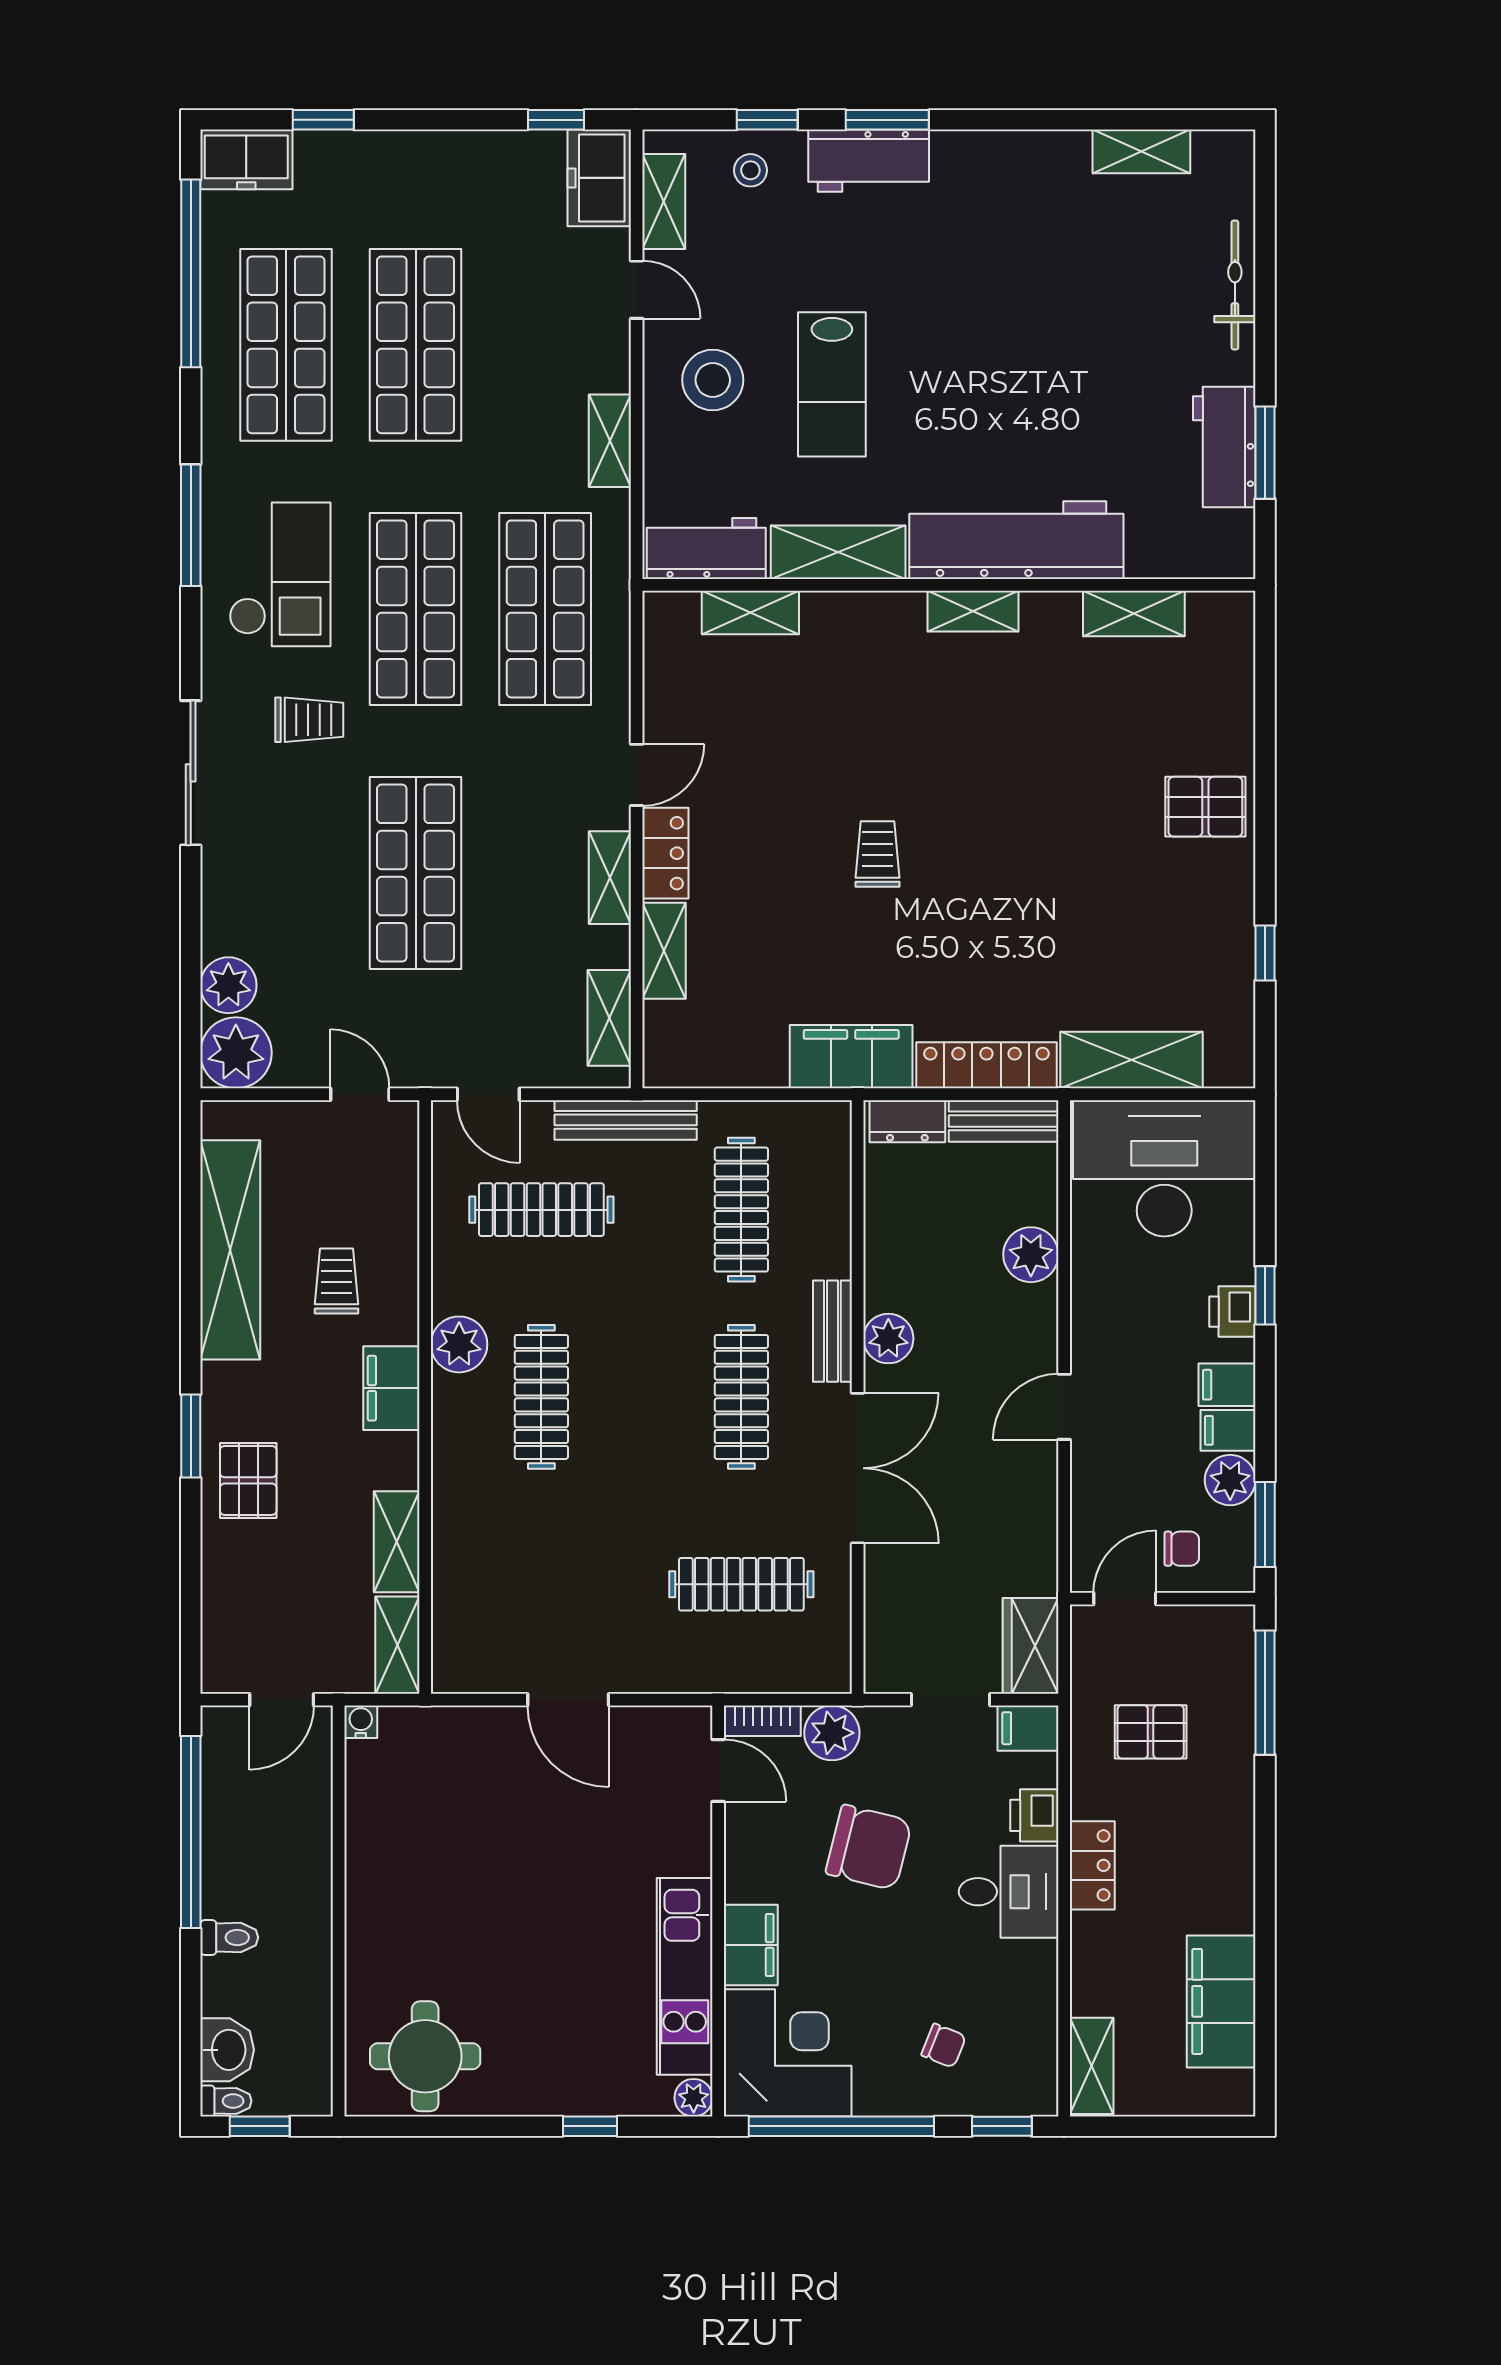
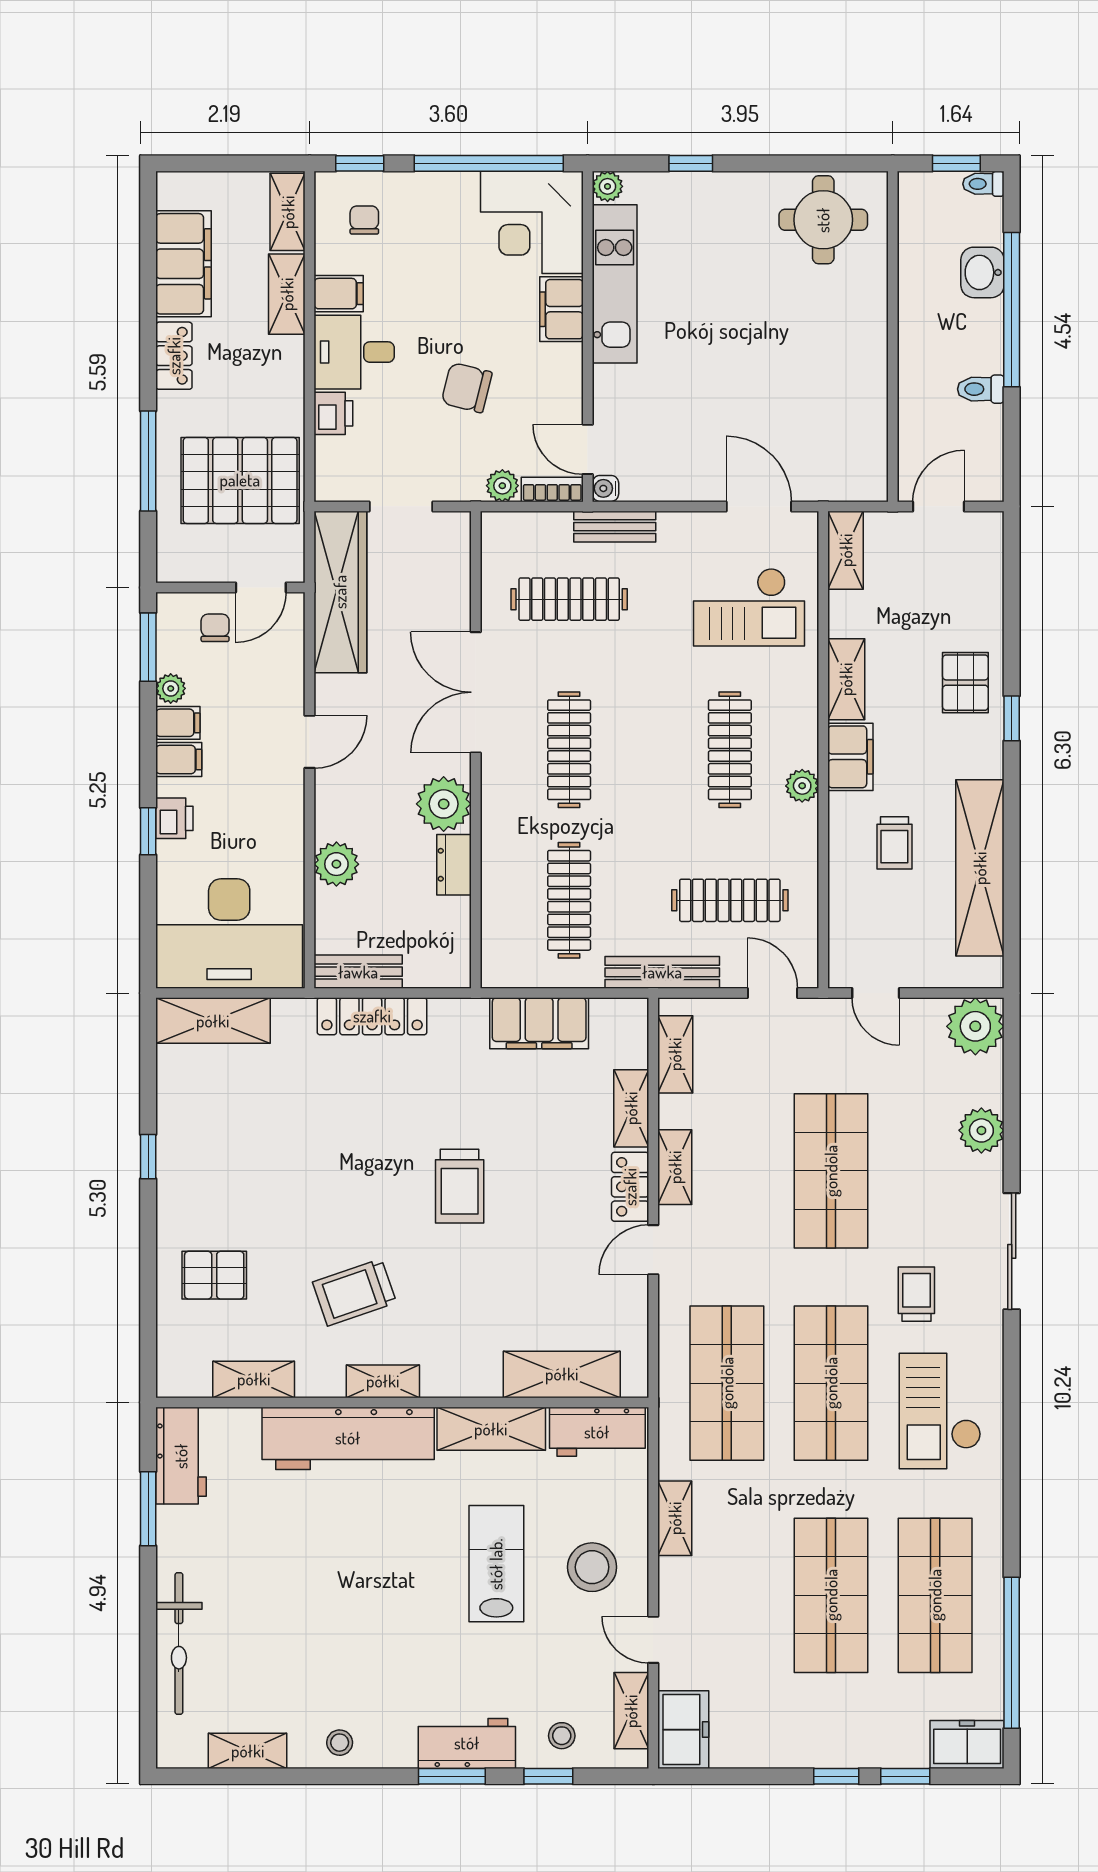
window: (556, 120) -> (836, 1776), moved
stool: (1027, 162) -> (340, 1743), added
bicycle: (1235, 285) -> (179, 1643), width x1.37, depth x1.40
workbench: (1224, 447) -> (181, 1456), moved
window: (191, 525) -> (1012, 1450), removed
shelving: (750, 613) -> (562, 1374), width x1.50, depth x1.33
trolley: (309, 720) -> (916, 1294), turned 90
trolley: (1008, 722) -> (354, 1292), added
pallet: (1205, 807) -> (214, 1275), moved
trolley: (878, 854) -> (460, 1186), width x1.36, depth x1.39
window: (1265, 953) -> (148, 1157), moved
plant: (228, 985) -> (981, 1130), moved
filing cabinet: (851, 1057) -> (539, 1023), moved
shelving: (1132, 1060) -> (213, 1021), moved
dresser: (907, 1121) -> (454, 865), moved, turned -90
bench: (832, 1331) -> (615, 527), moved, turned 90
plant: (888, 1339) -> (444, 804), width x1.36, depth x1.36
plant: (459, 1344) -> (802, 786), width x0.73, depth x0.73
window: (191, 1436) -> (1012, 718), width x0.67
plant: (1230, 1480) -> (171, 688), width x0.73, depth x0.73
shelving: (397, 1542) -> (846, 679), moved
chair: (1182, 1549) -> (215, 628), turned 90
checkout: (517, 1574) -> (749, 607), added
wardrobe: (1031, 1646) -> (340, 592), width x2.10, depth x1.17
window: (1265, 1693) -> (148, 461), moved
door: (568, 1700) -> (759, 506), moved
water cooler: (361, 1722) -> (605, 488), moved, turned 90
filing cabinet: (1028, 1728) -> (339, 294), moved
pallet: (1151, 1732) -> (240, 480), width x2.05, depth x2.00
plant: (832, 1733) -> (502, 486), width x0.73, depth x0.73
window: (191, 1832) -> (1012, 310), moved
chair: (869, 1847) -> (467, 388), width x0.73, depth x0.73
locker: (1092, 1865) -> (174, 356), moved, turned 180
toilet: (229, 1937) -> (981, 389), moved
shelving: (1092, 1964) -> (287, 294), added
chair: (944, 2046) -> (364, 220), moved, turned 68
washbasin: (227, 2050) -> (982, 272), moved

